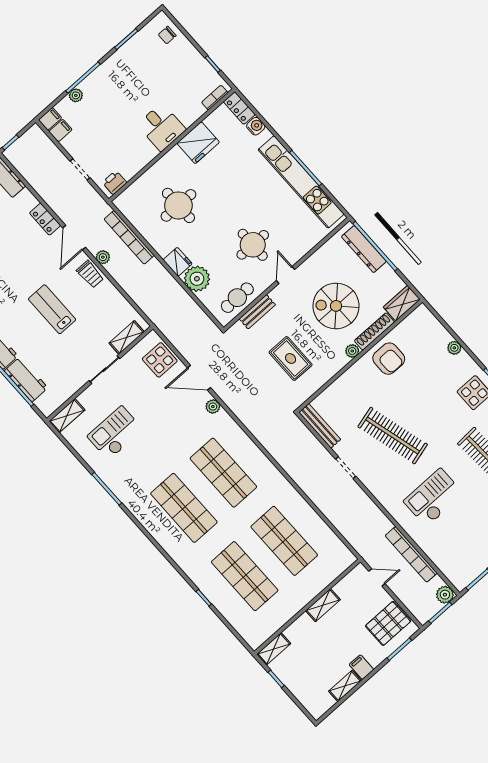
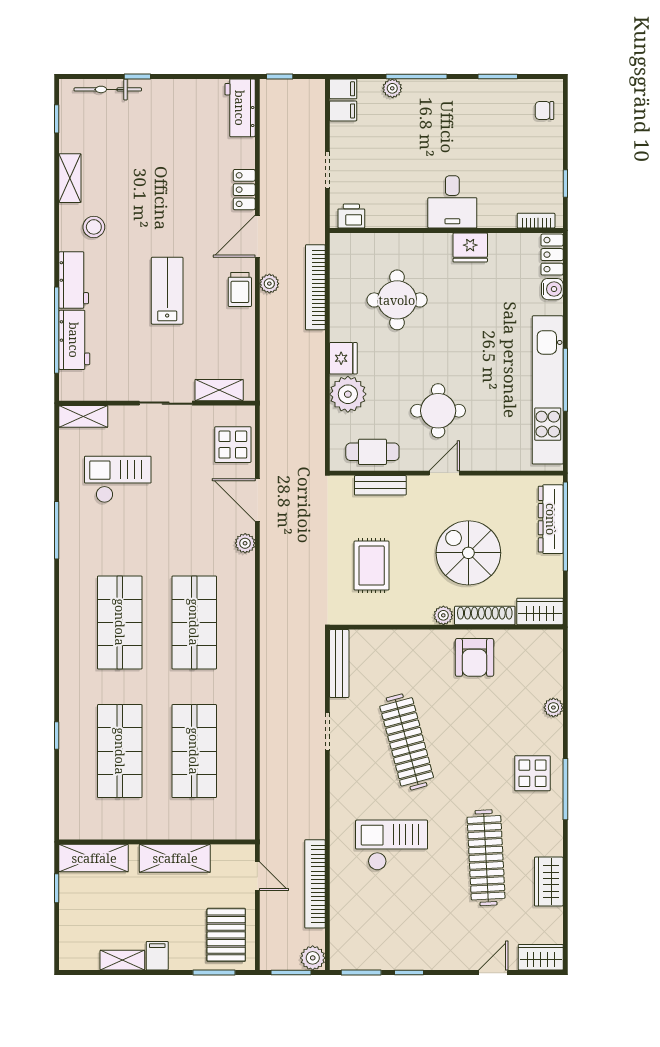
fridge: (198, 143) -> (470, 247), width x0.73, depth x0.75
shelving: (323, 605) -> (175, 858), width x1.50, depth x1.33
pallet: (388, 623) -> (226, 935), turned 90
shelving: (274, 649) -> (94, 858), width x1.50, depth x1.33

